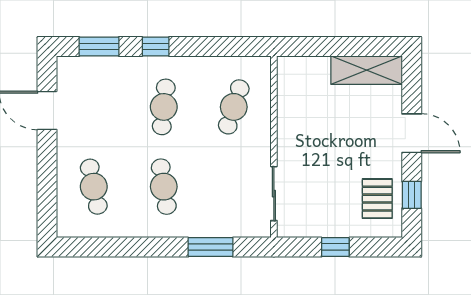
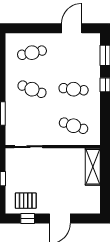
shelving: (367, 70) -> (93, 167), moved
cafe table: (164, 187) -> (32, 89), turned 30

